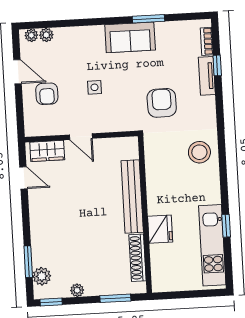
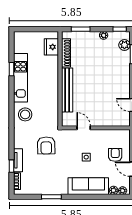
sofa: (130, 37) -> (88, 186), moved, width x1.36
door: (81, 137) -> (84, 128), moved
wardrobe: (47, 151) -> (117, 120), removed
fridge: (160, 229) -> (51, 47), moved
kitchen unit: (212, 245) -> (20, 78), moved

